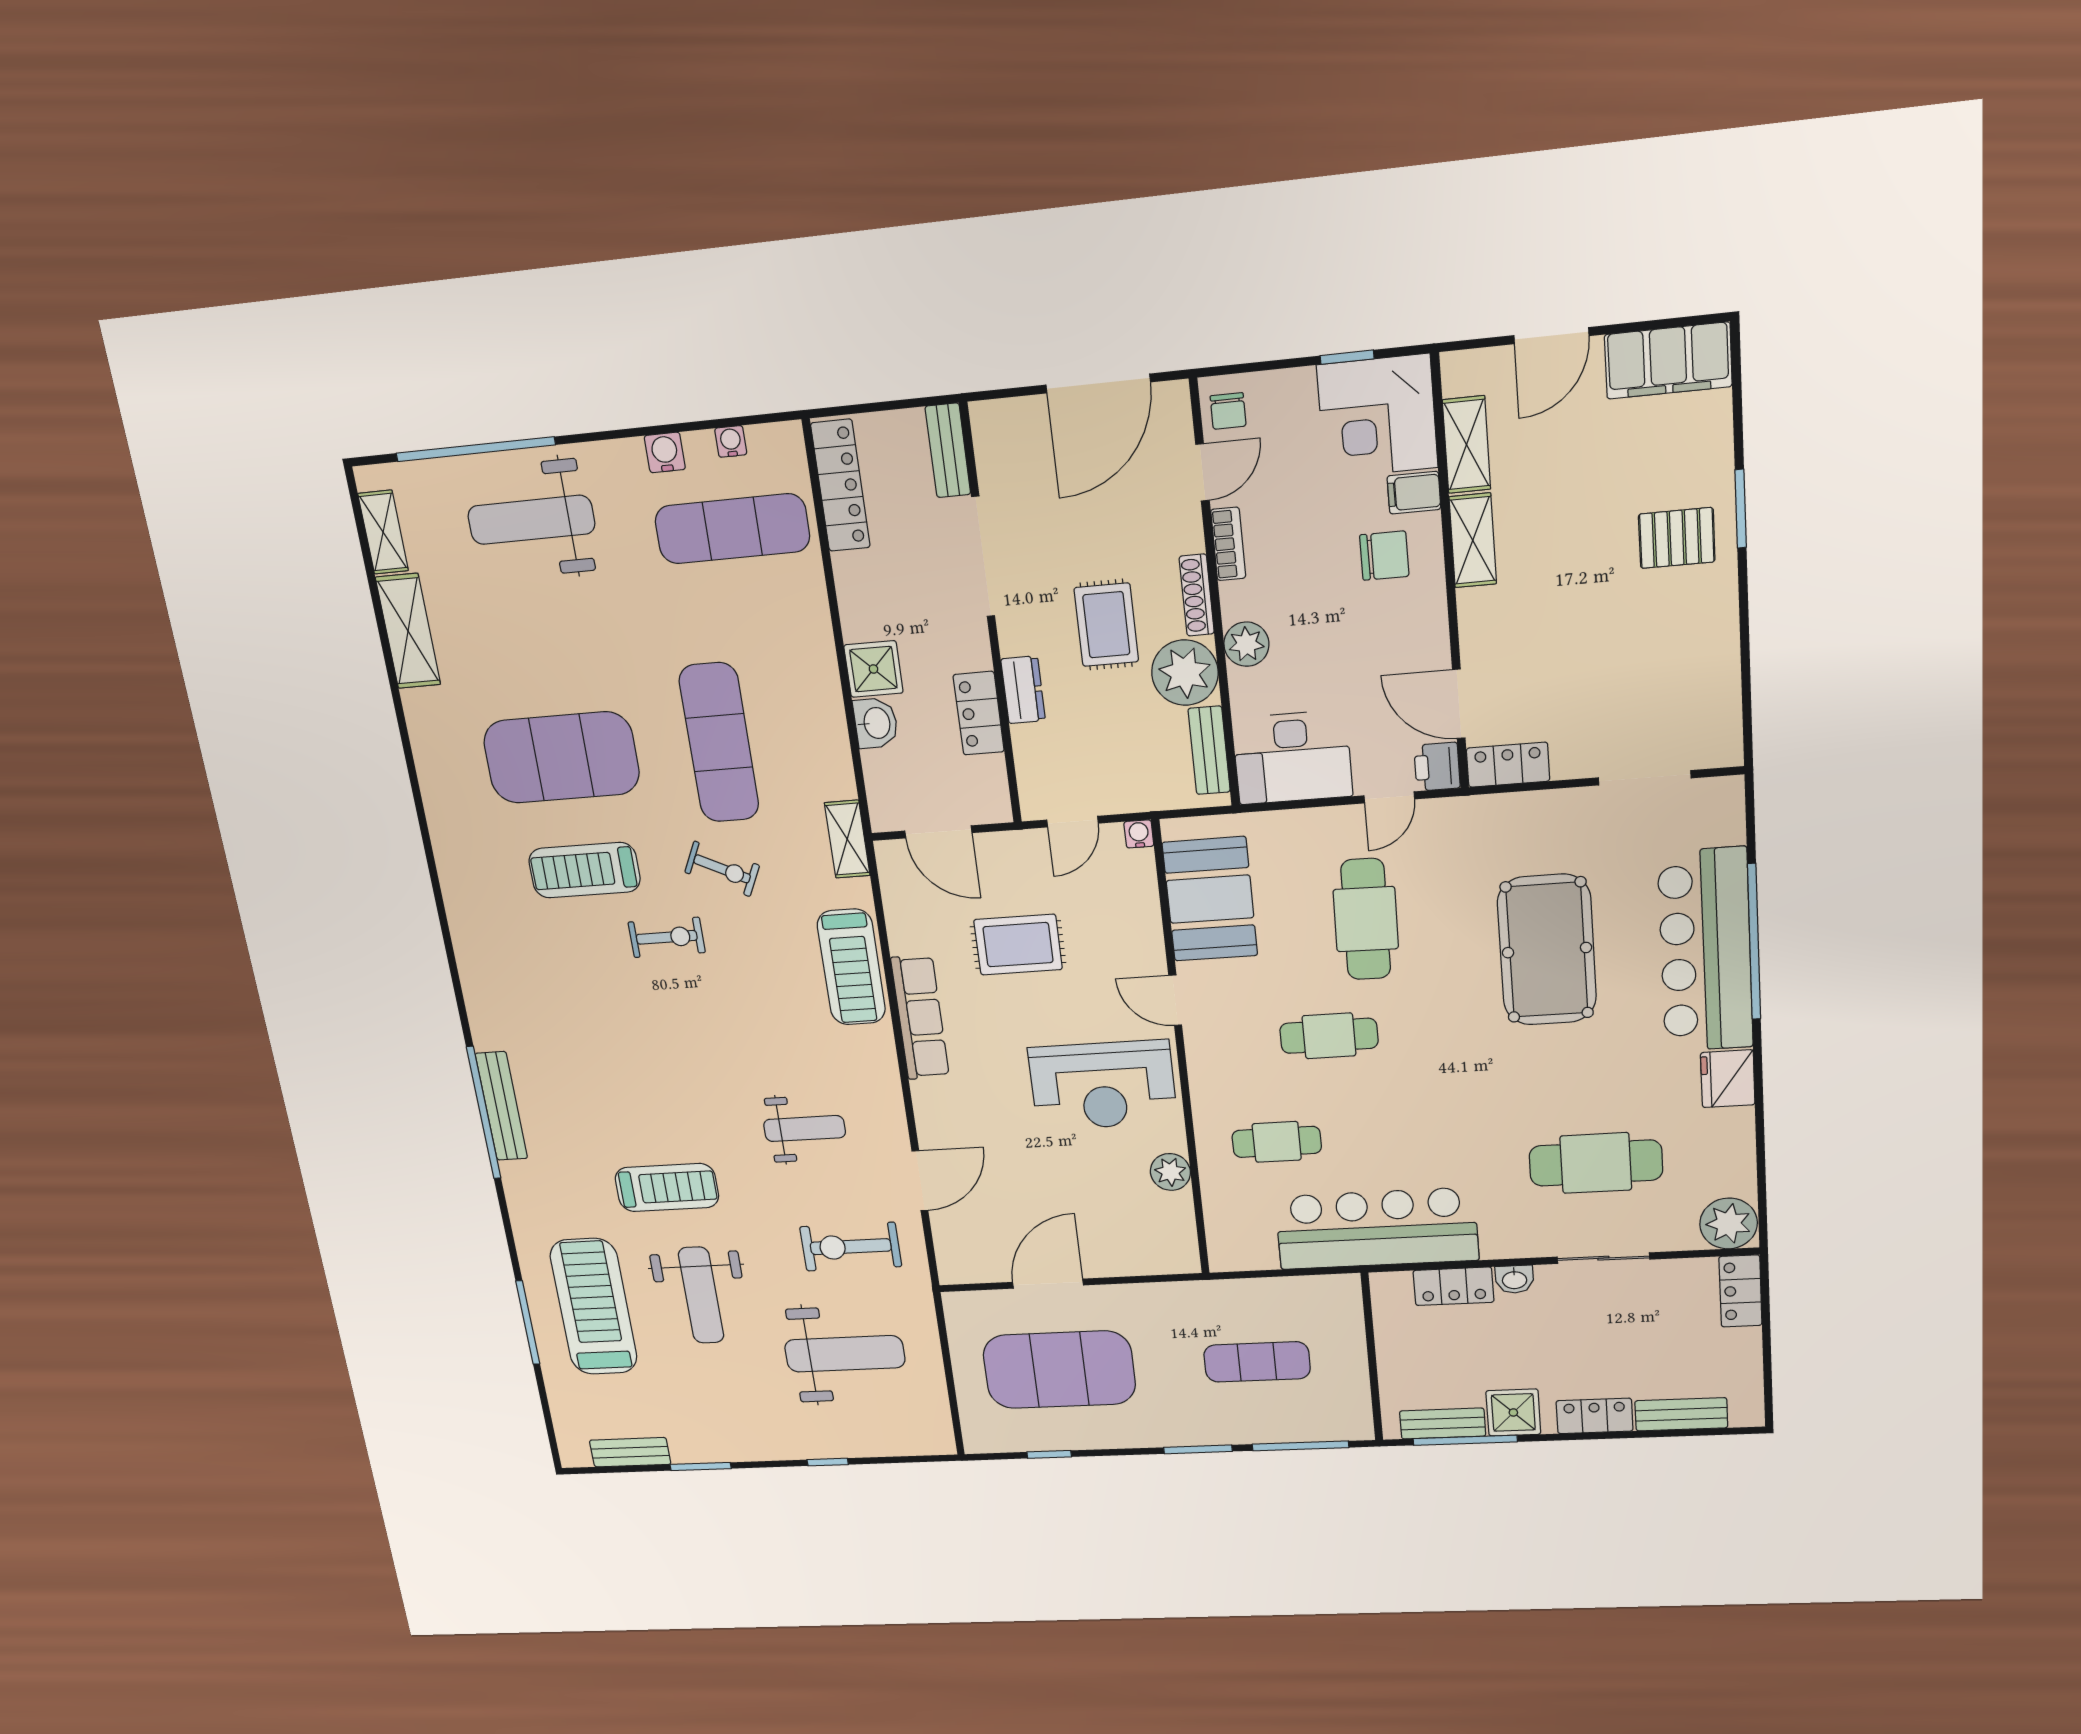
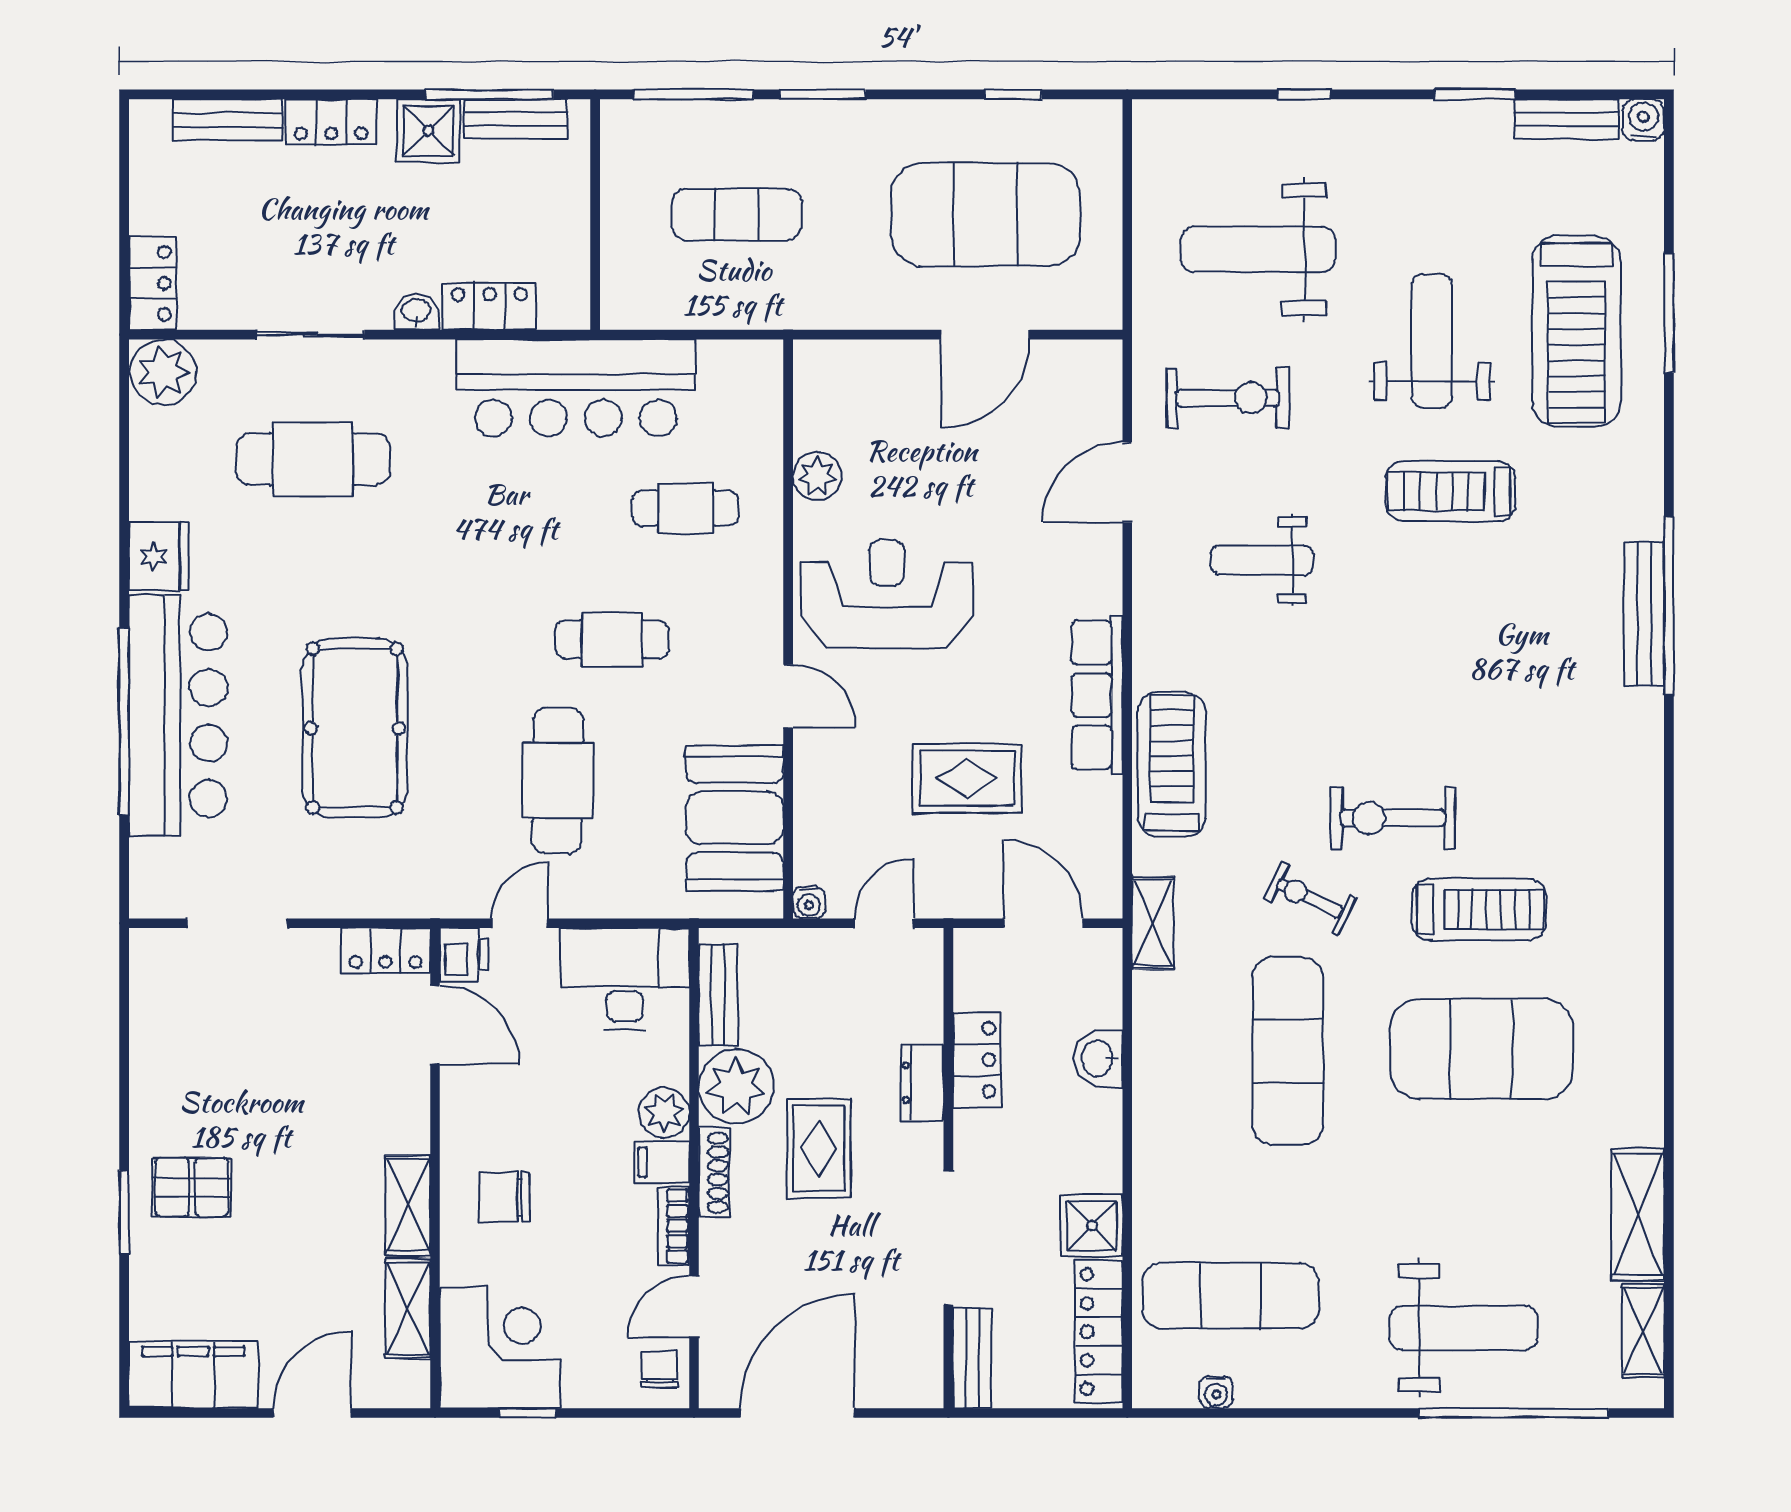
water cooler: (665, 453) -> (1643, 120), moved, turned 180
filing cabinet: (1414, 493) -> (662, 1162), moved, turned 180
shower: (873, 669) -> (1092, 1226), moved
exercise bike: (667, 937) -> (1393, 818), width x1.38, depth x1.39

